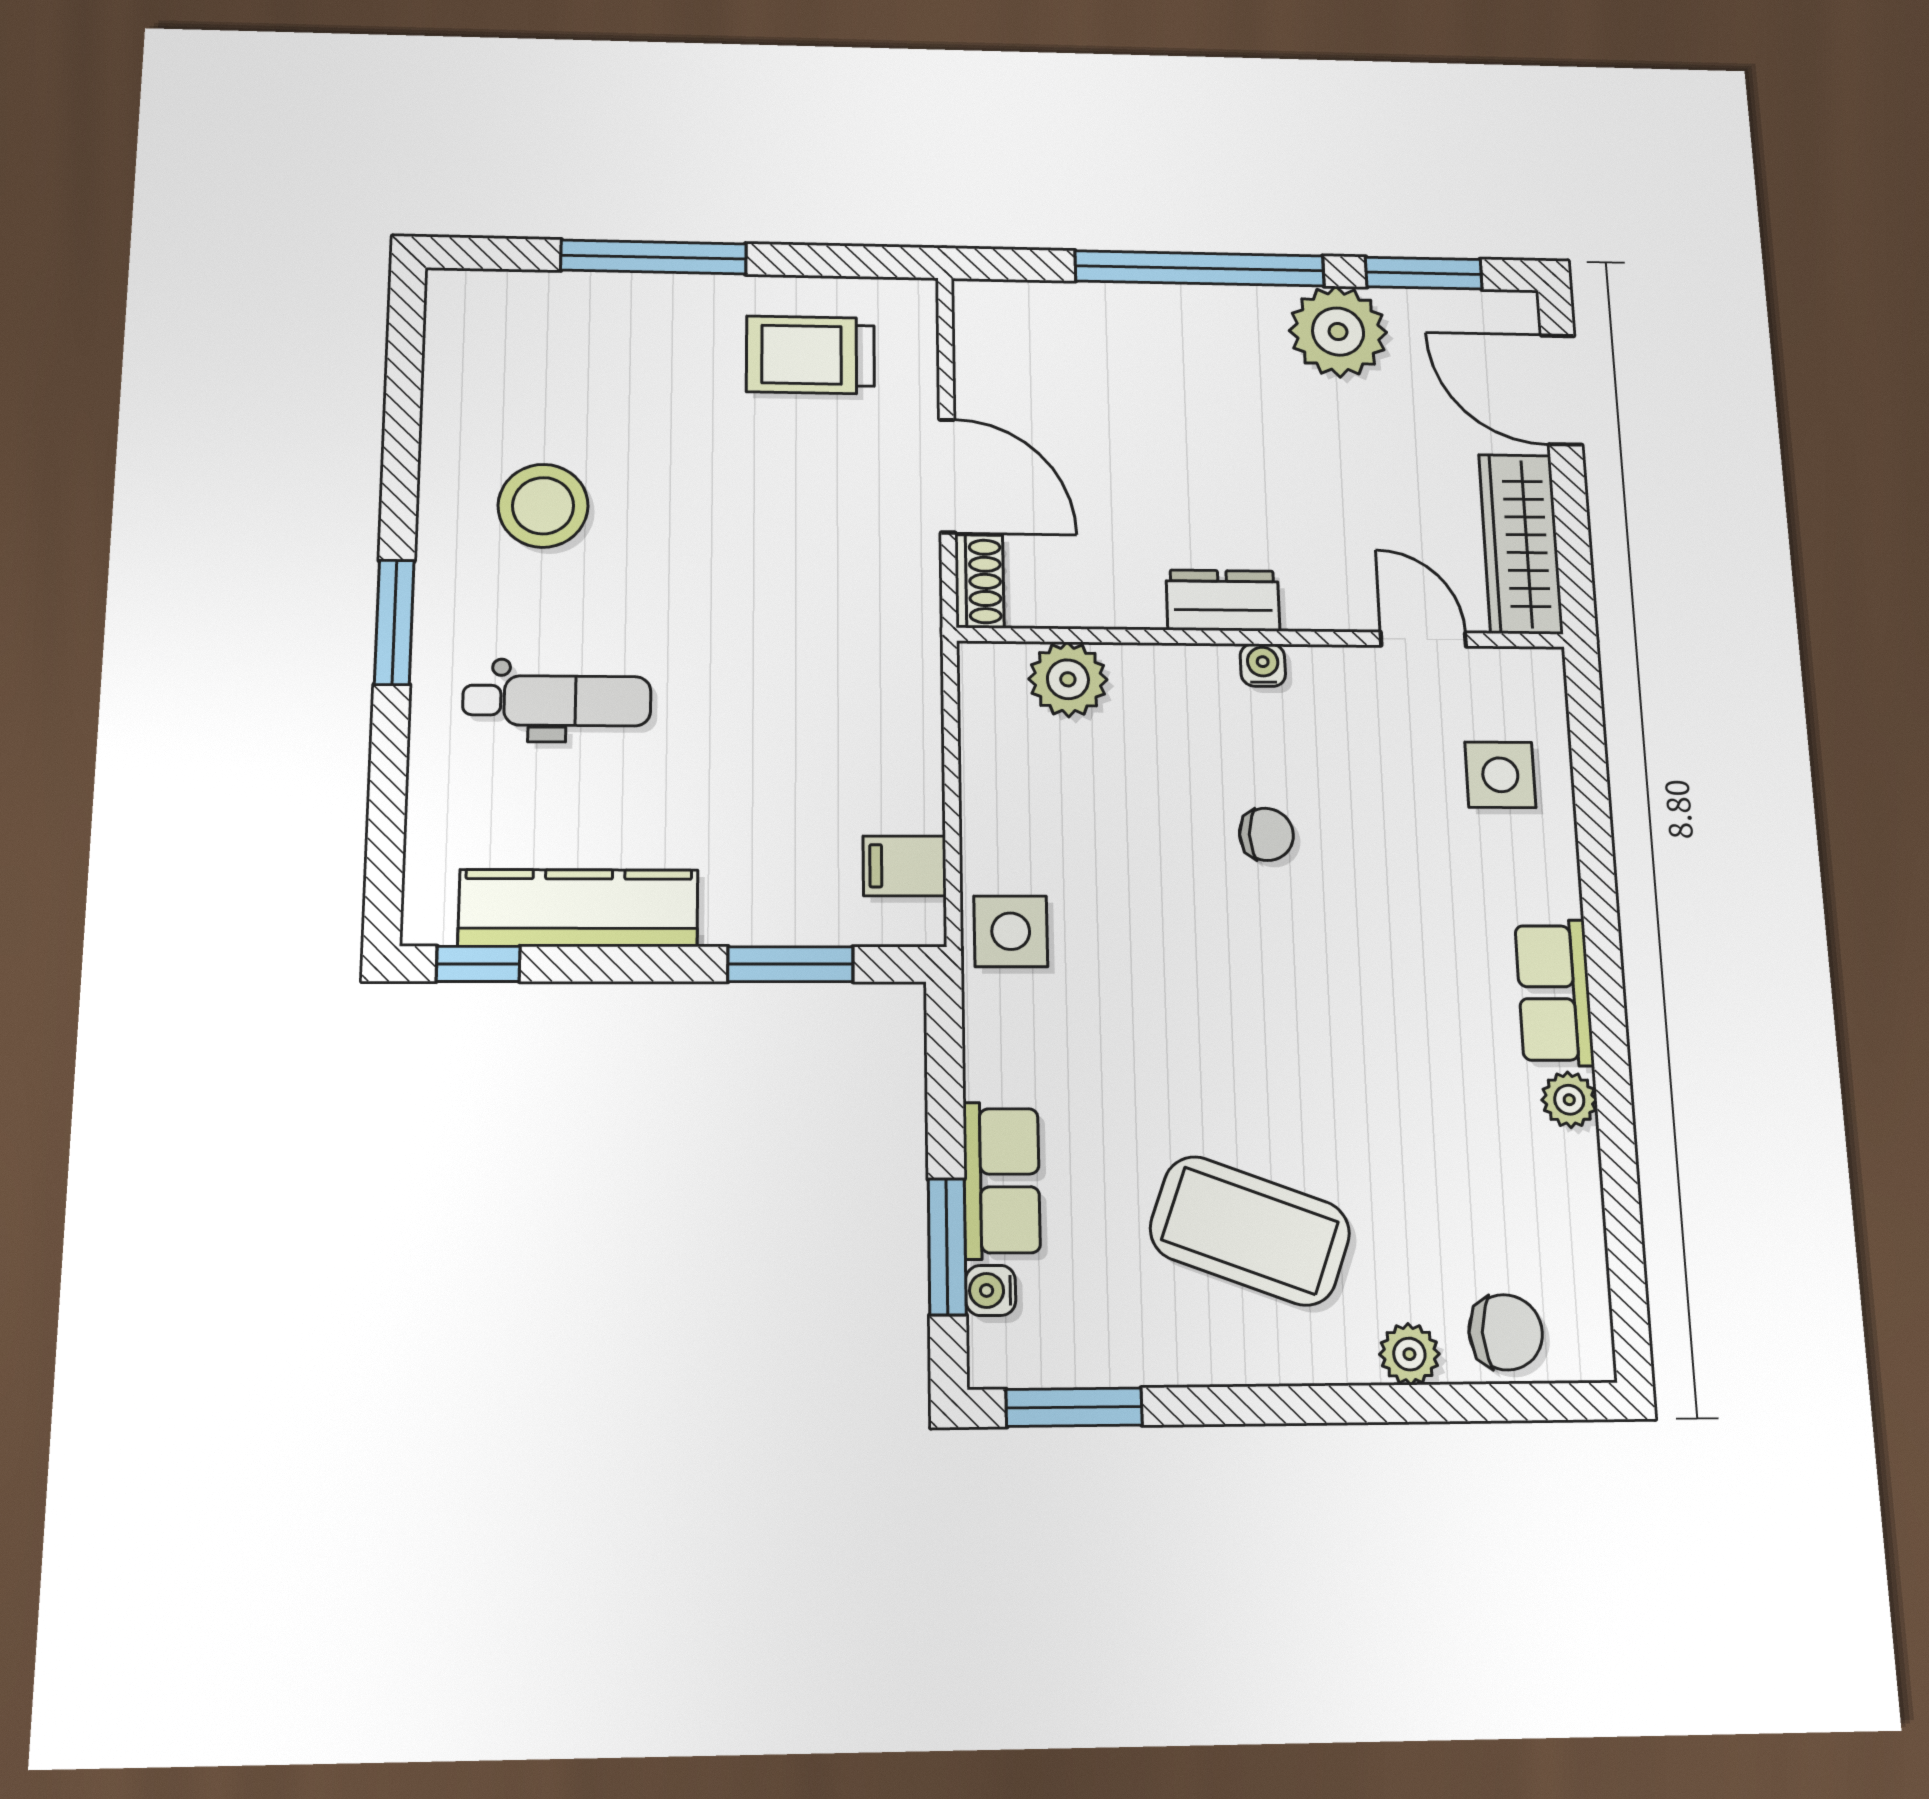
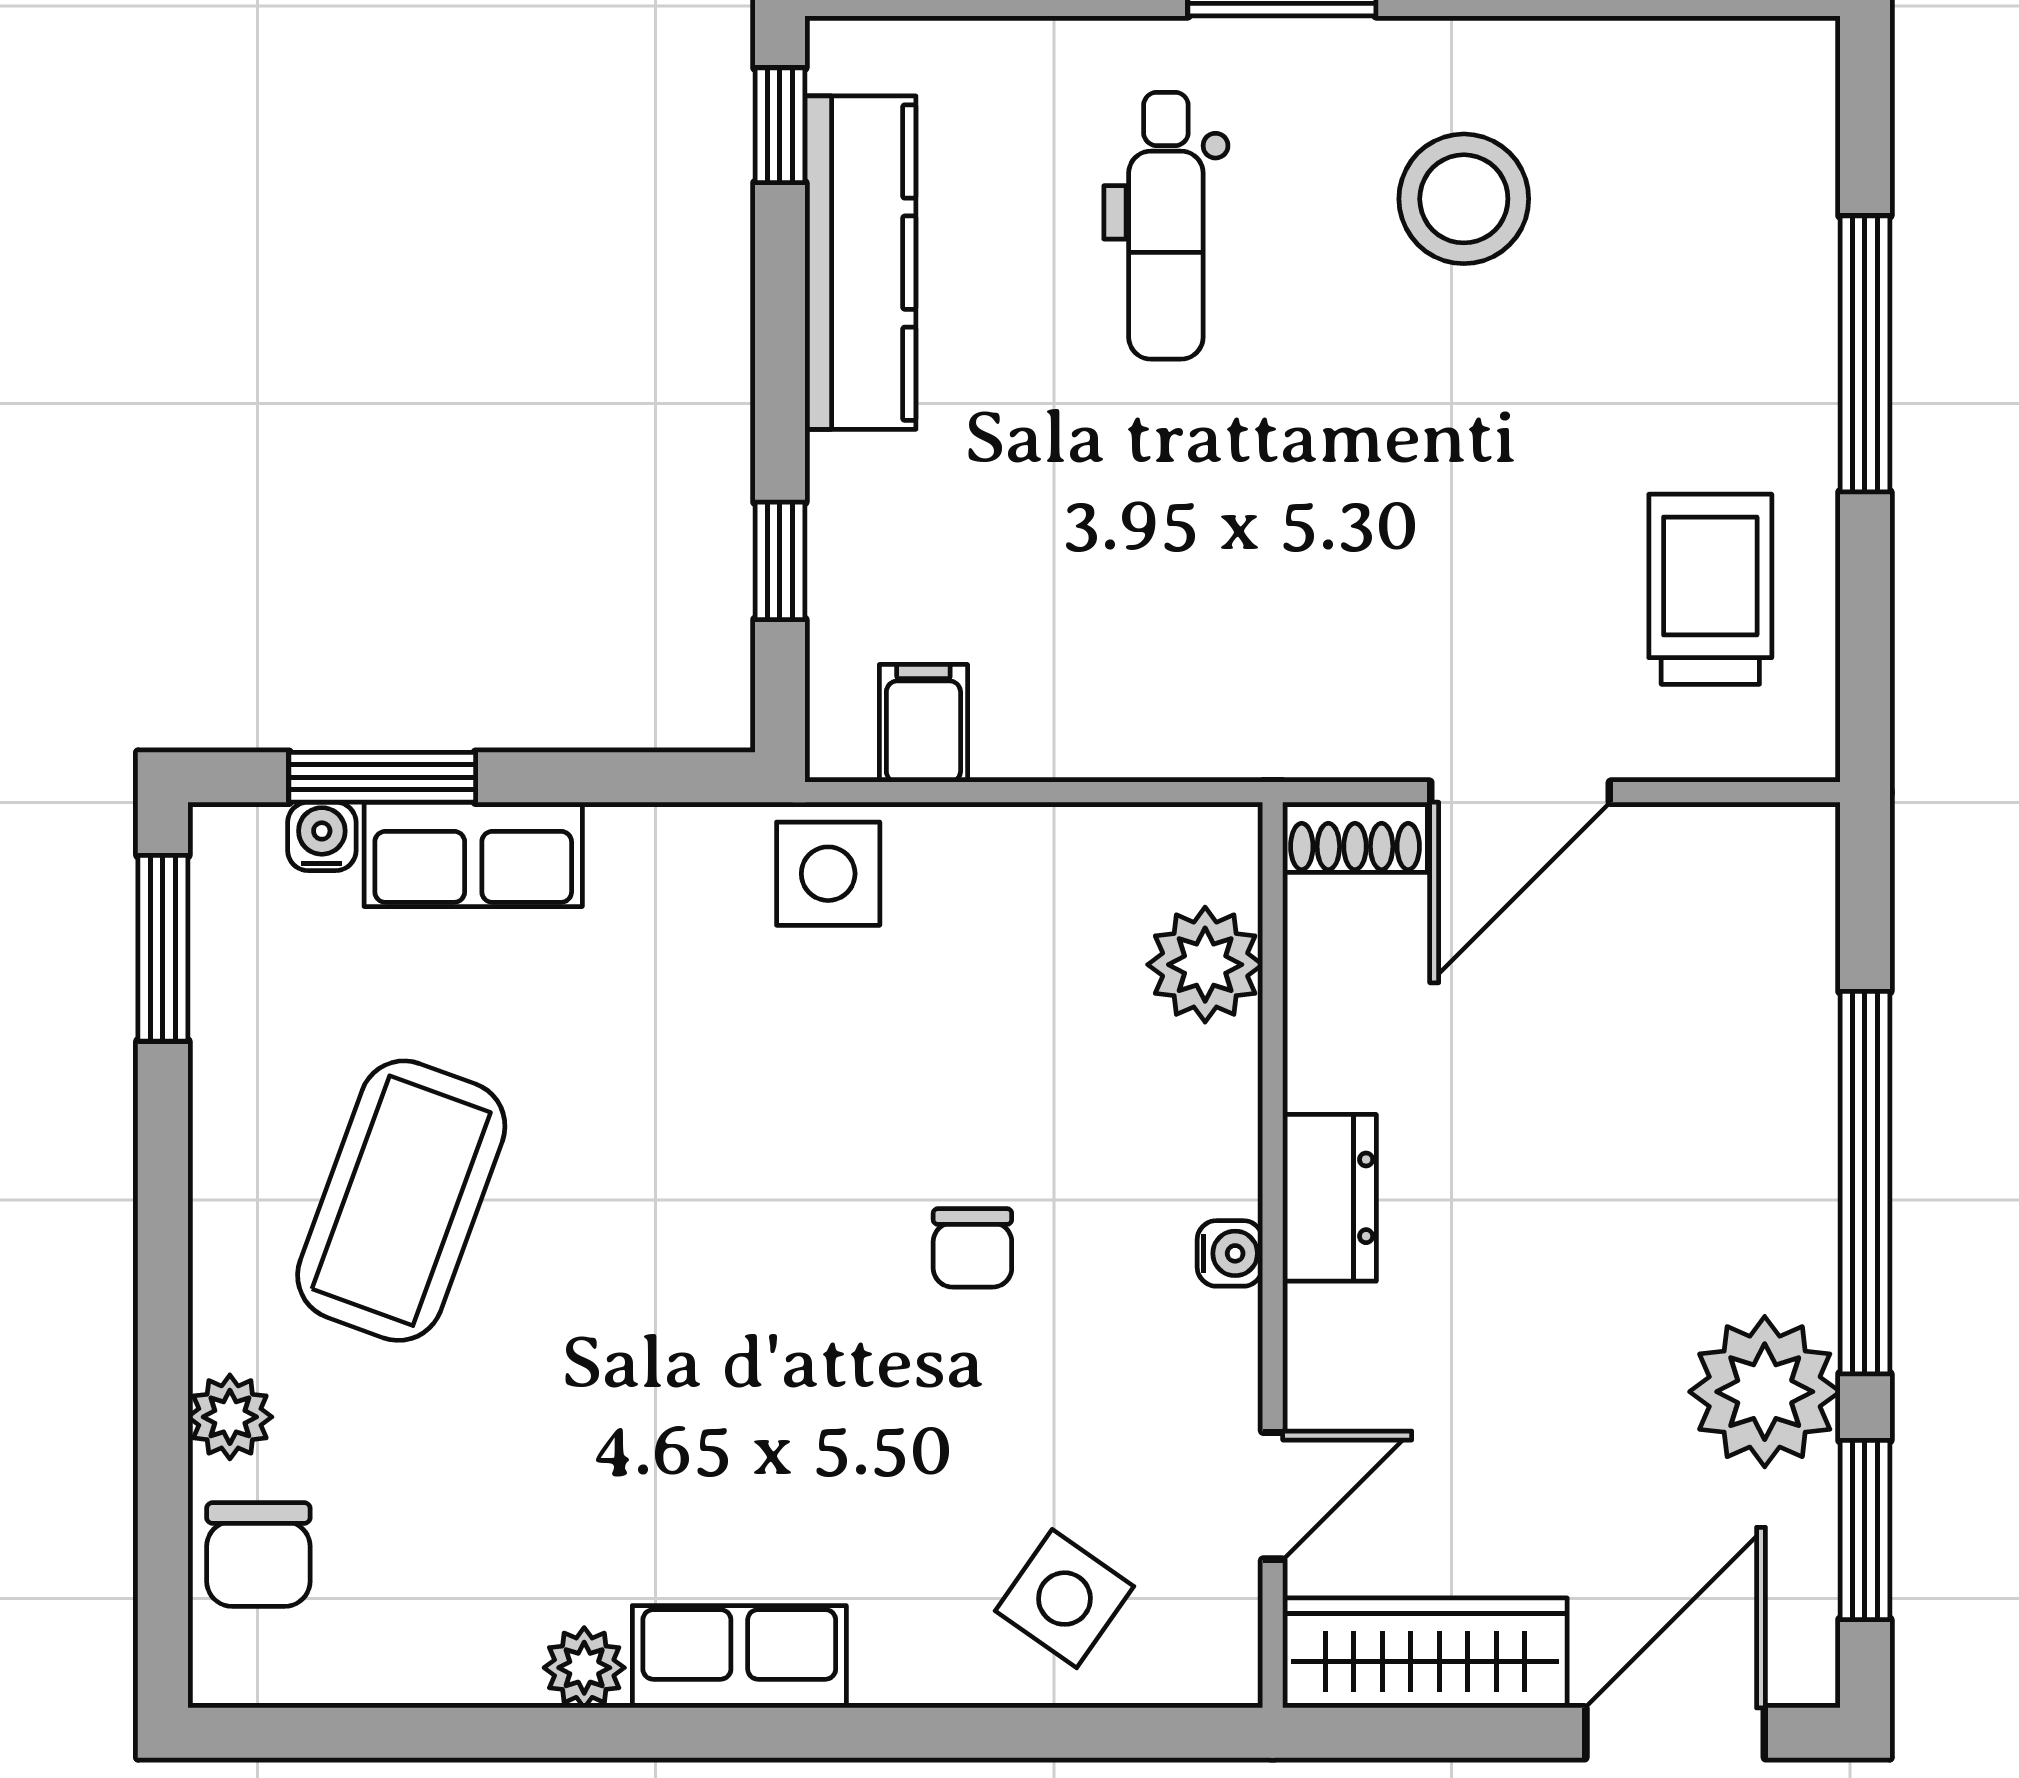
side table: (1500, 775) -> (1064, 1599), turned 35
window: (790, 964) -> (780, 561), width x0.67

